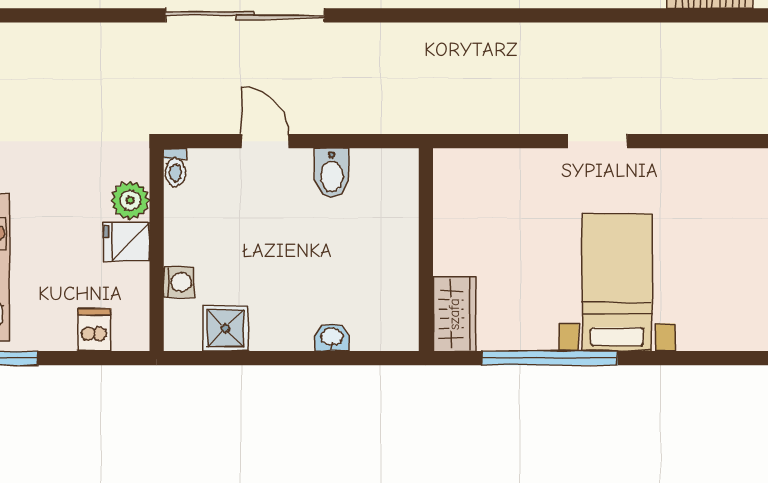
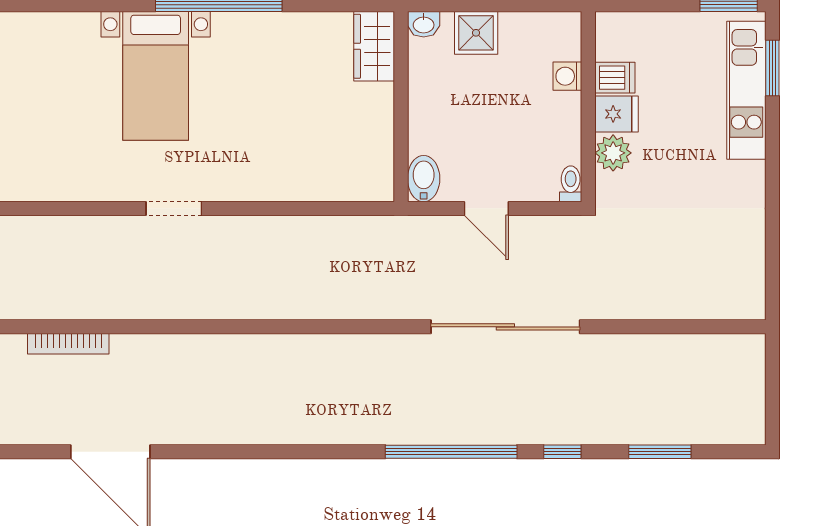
wall: (426, 250) -> (401, 107), moved
wardrobe: (454, 314) -> (374, 46), moved
shower: (225, 328) -> (476, 33), moved
dishwasher: (94, 330) -> (615, 78), moved, turned -90

